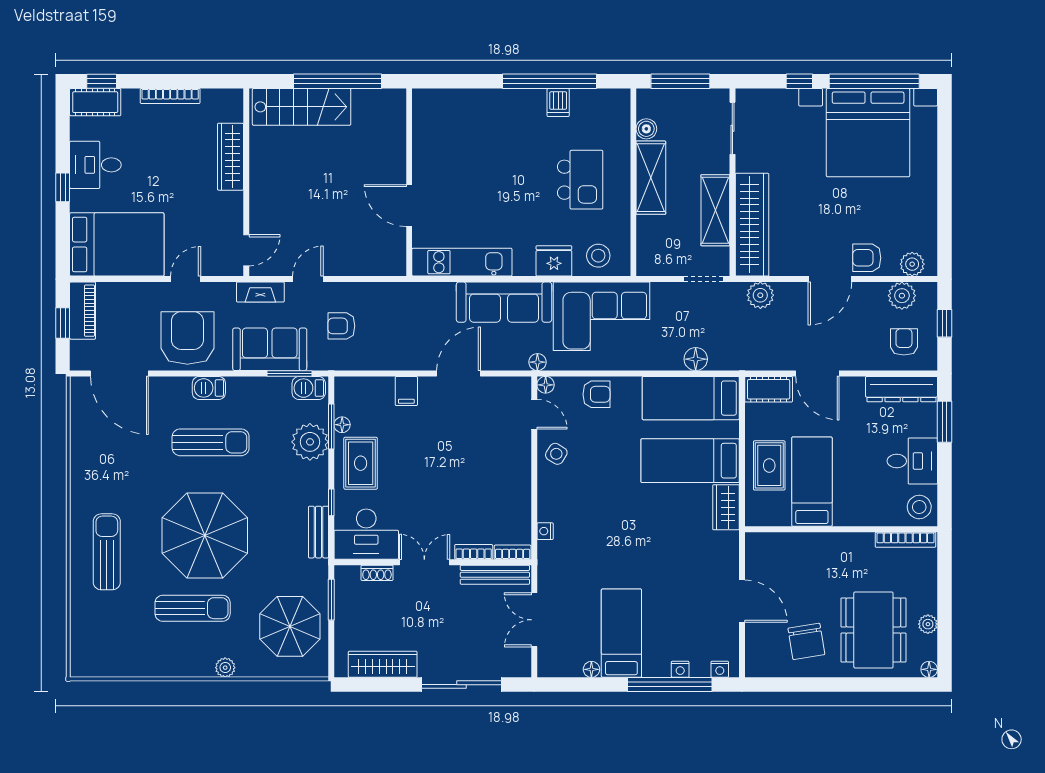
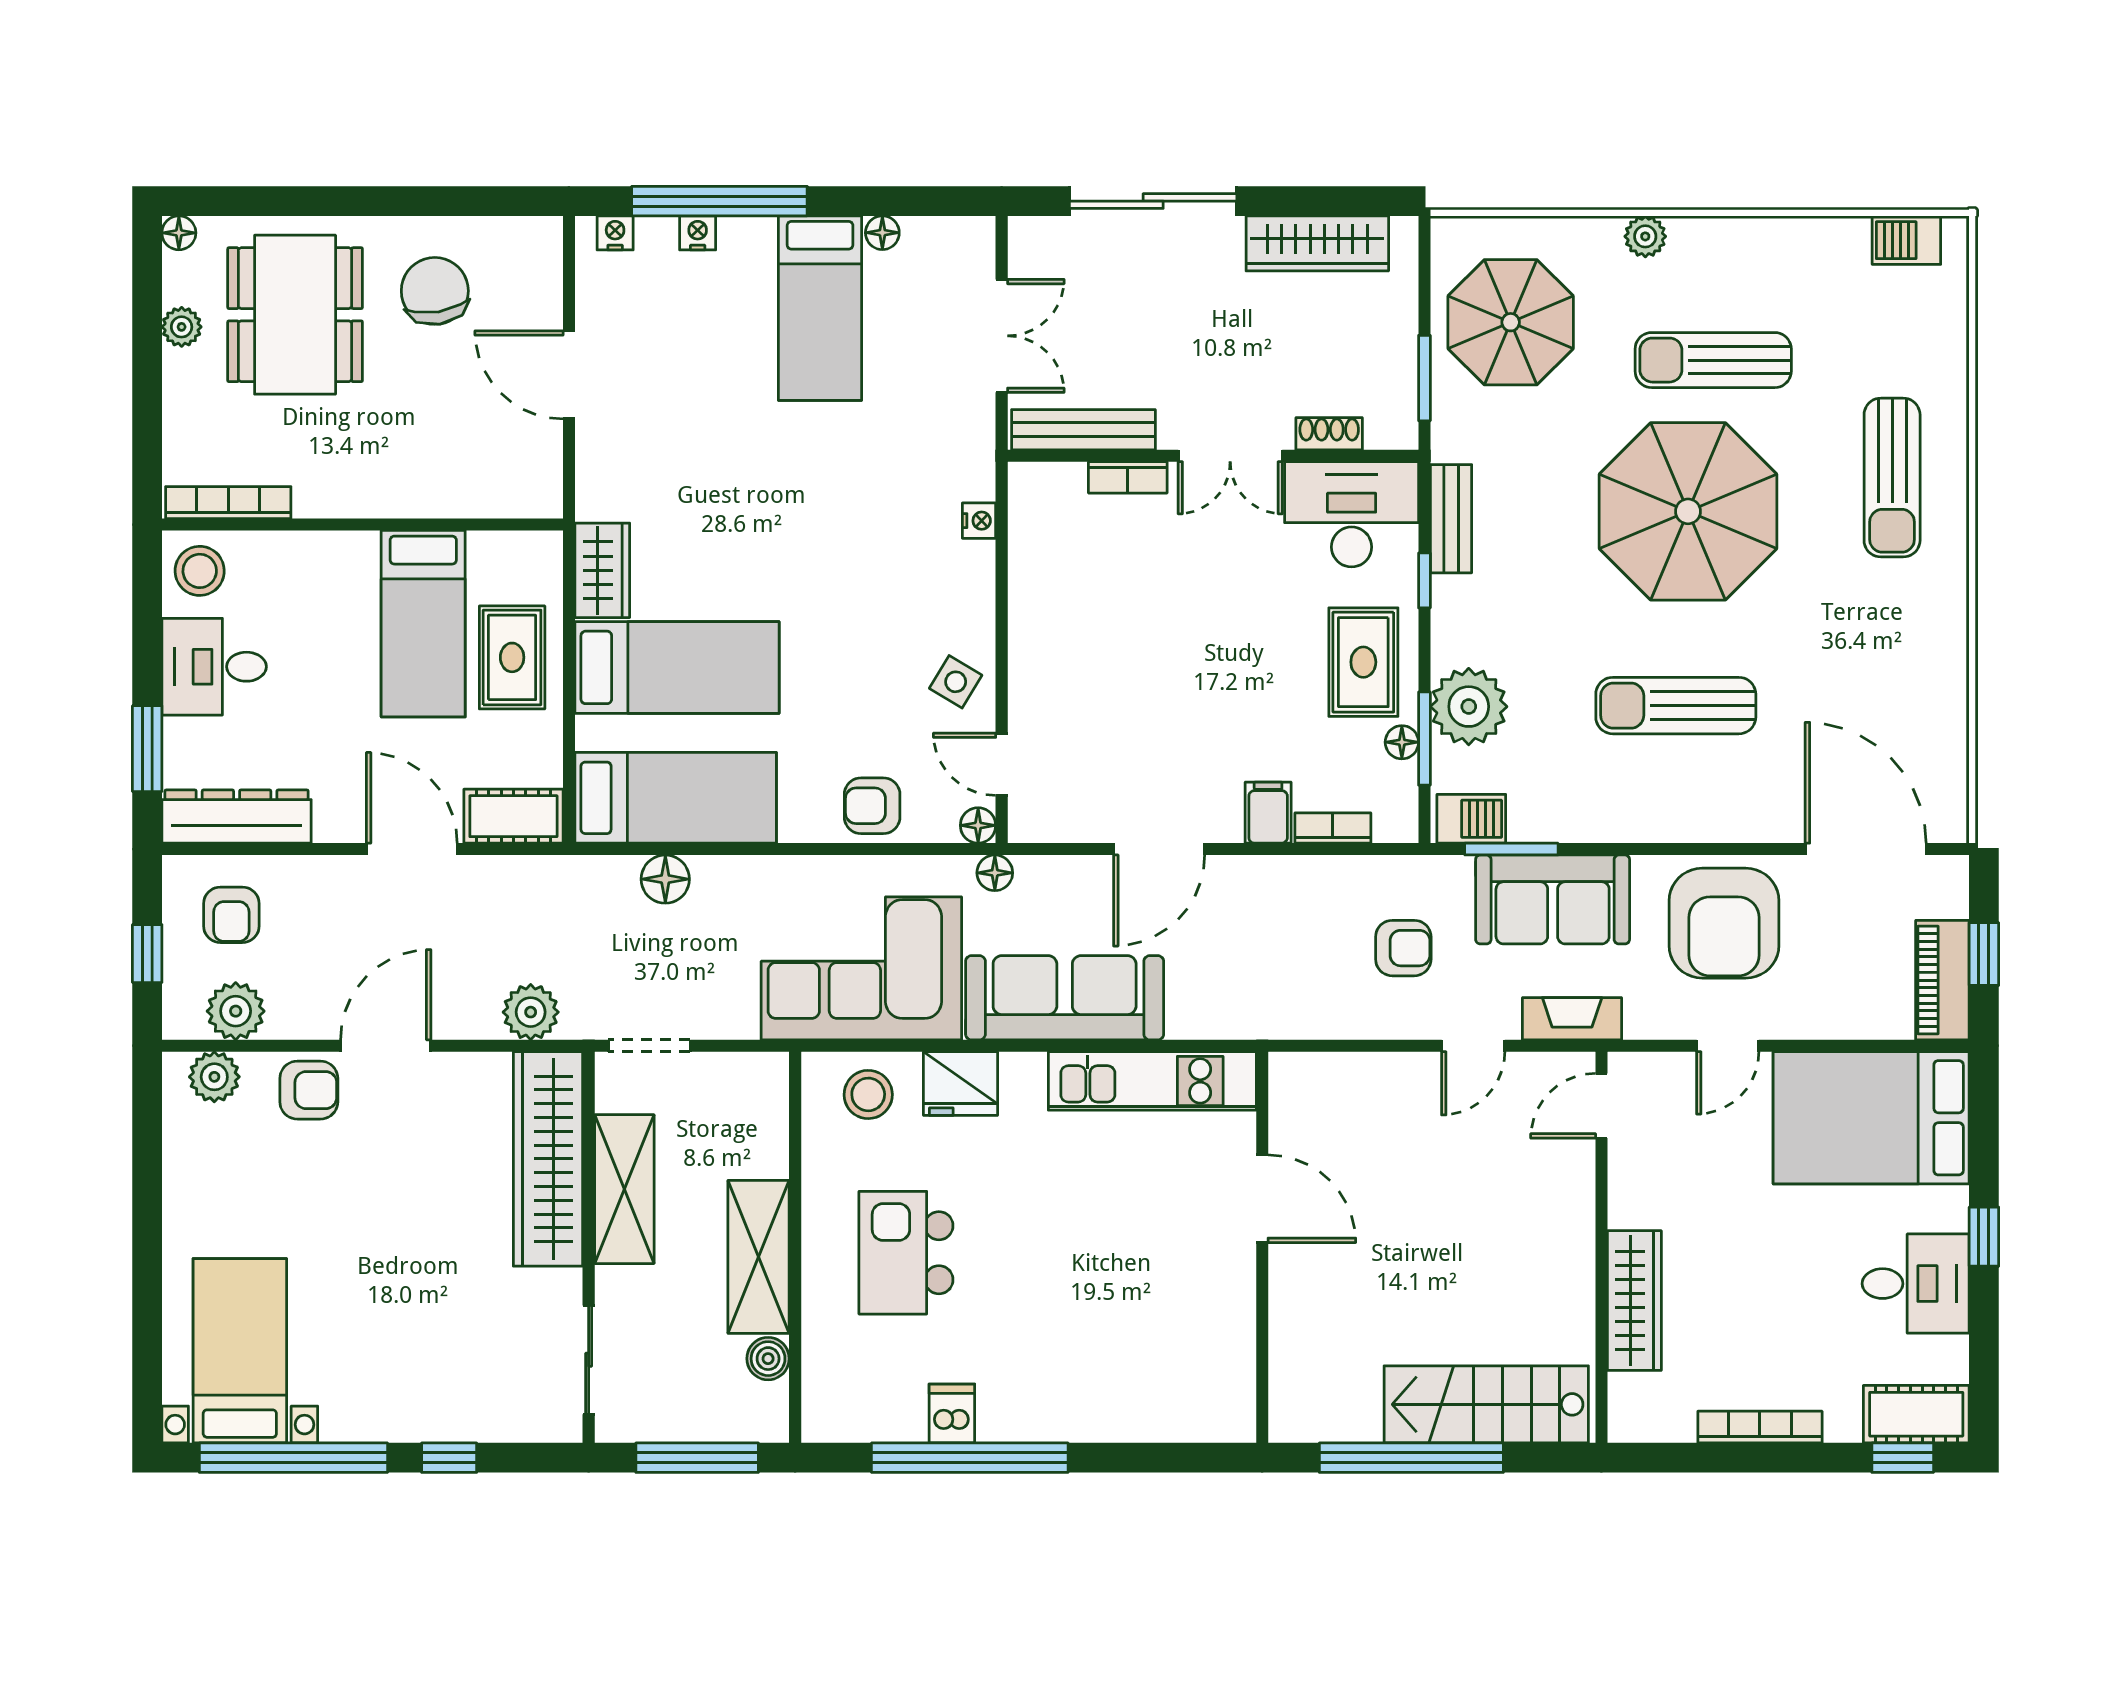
bed with nightstands: (868, 133) -> (240, 1351), width x0.54
barbecue: (209, 388) -> (1906, 240), moved, turned 180
bookcase: (513, 552) -> (1333, 828), moved, turned 180

